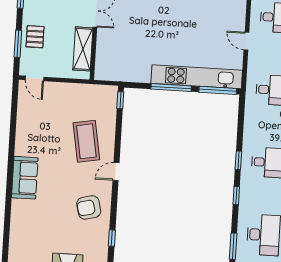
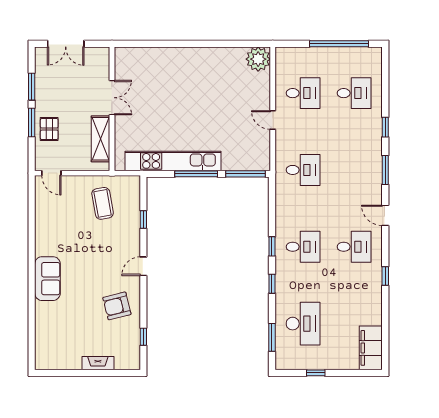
window: (18, 44) -> (32, 123), moved
kitchen unit: (197, 77) -> (173, 161), moved
window: (120, 100) -> (143, 219), moved
coffee table: (86, 141) -> (103, 203), moved, width x0.73, depth x0.76

